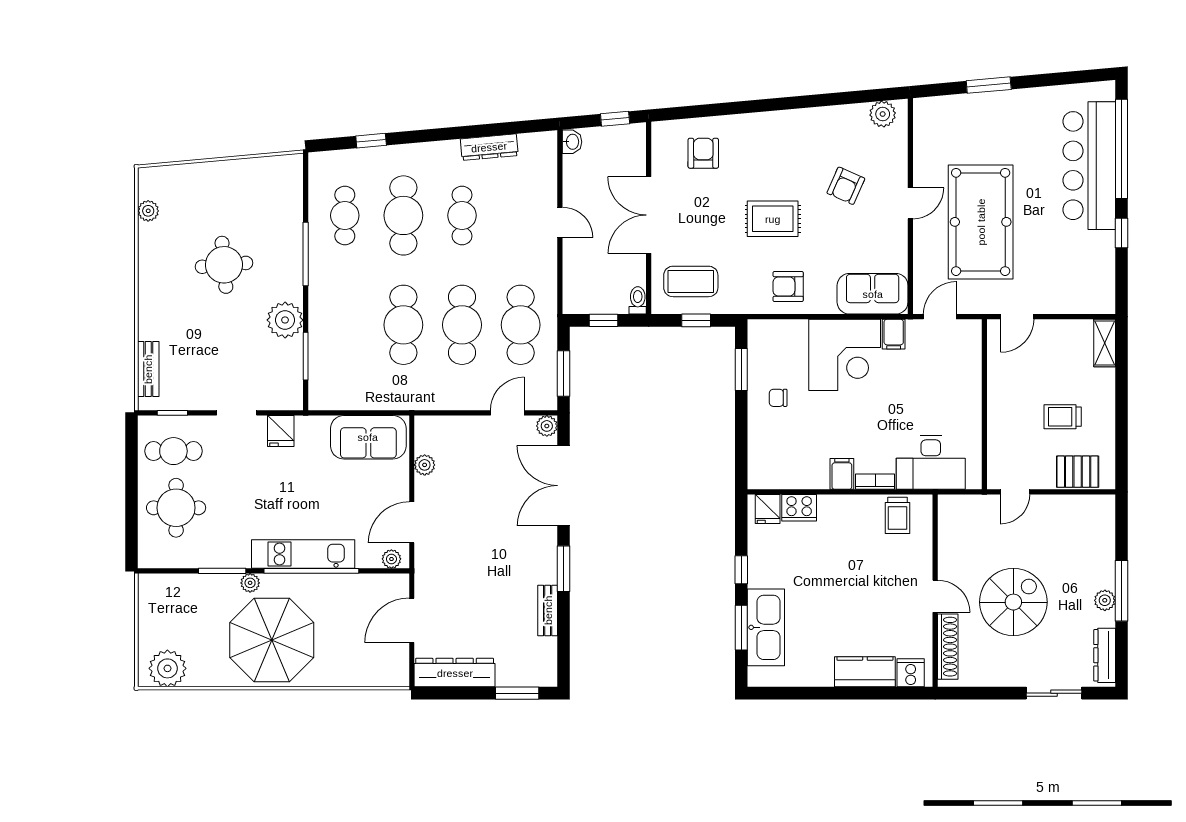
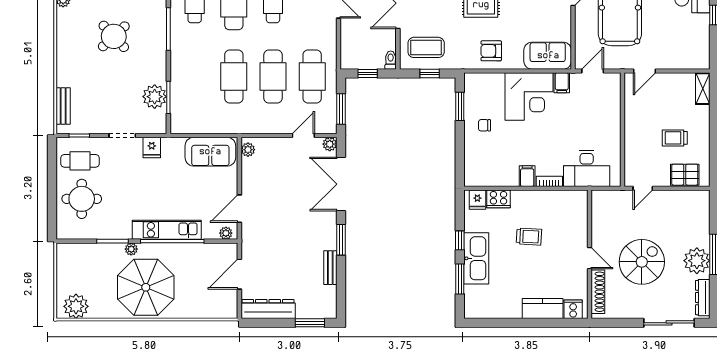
round table: (224, 265) -> (114, 36), turned -38
plant: (285, 320) -> (155, 97), moved
plant: (425, 465) -> (248, 150), moved
trolley: (898, 515) -> (529, 237), moved, turned -87
plant: (1105, 600) -> (697, 261), width x1.88, depth x1.88
kitchen sink: (766, 627) -> (476, 258), moved
sliding door: (1054, 693) -> (669, 323), width x1.37

